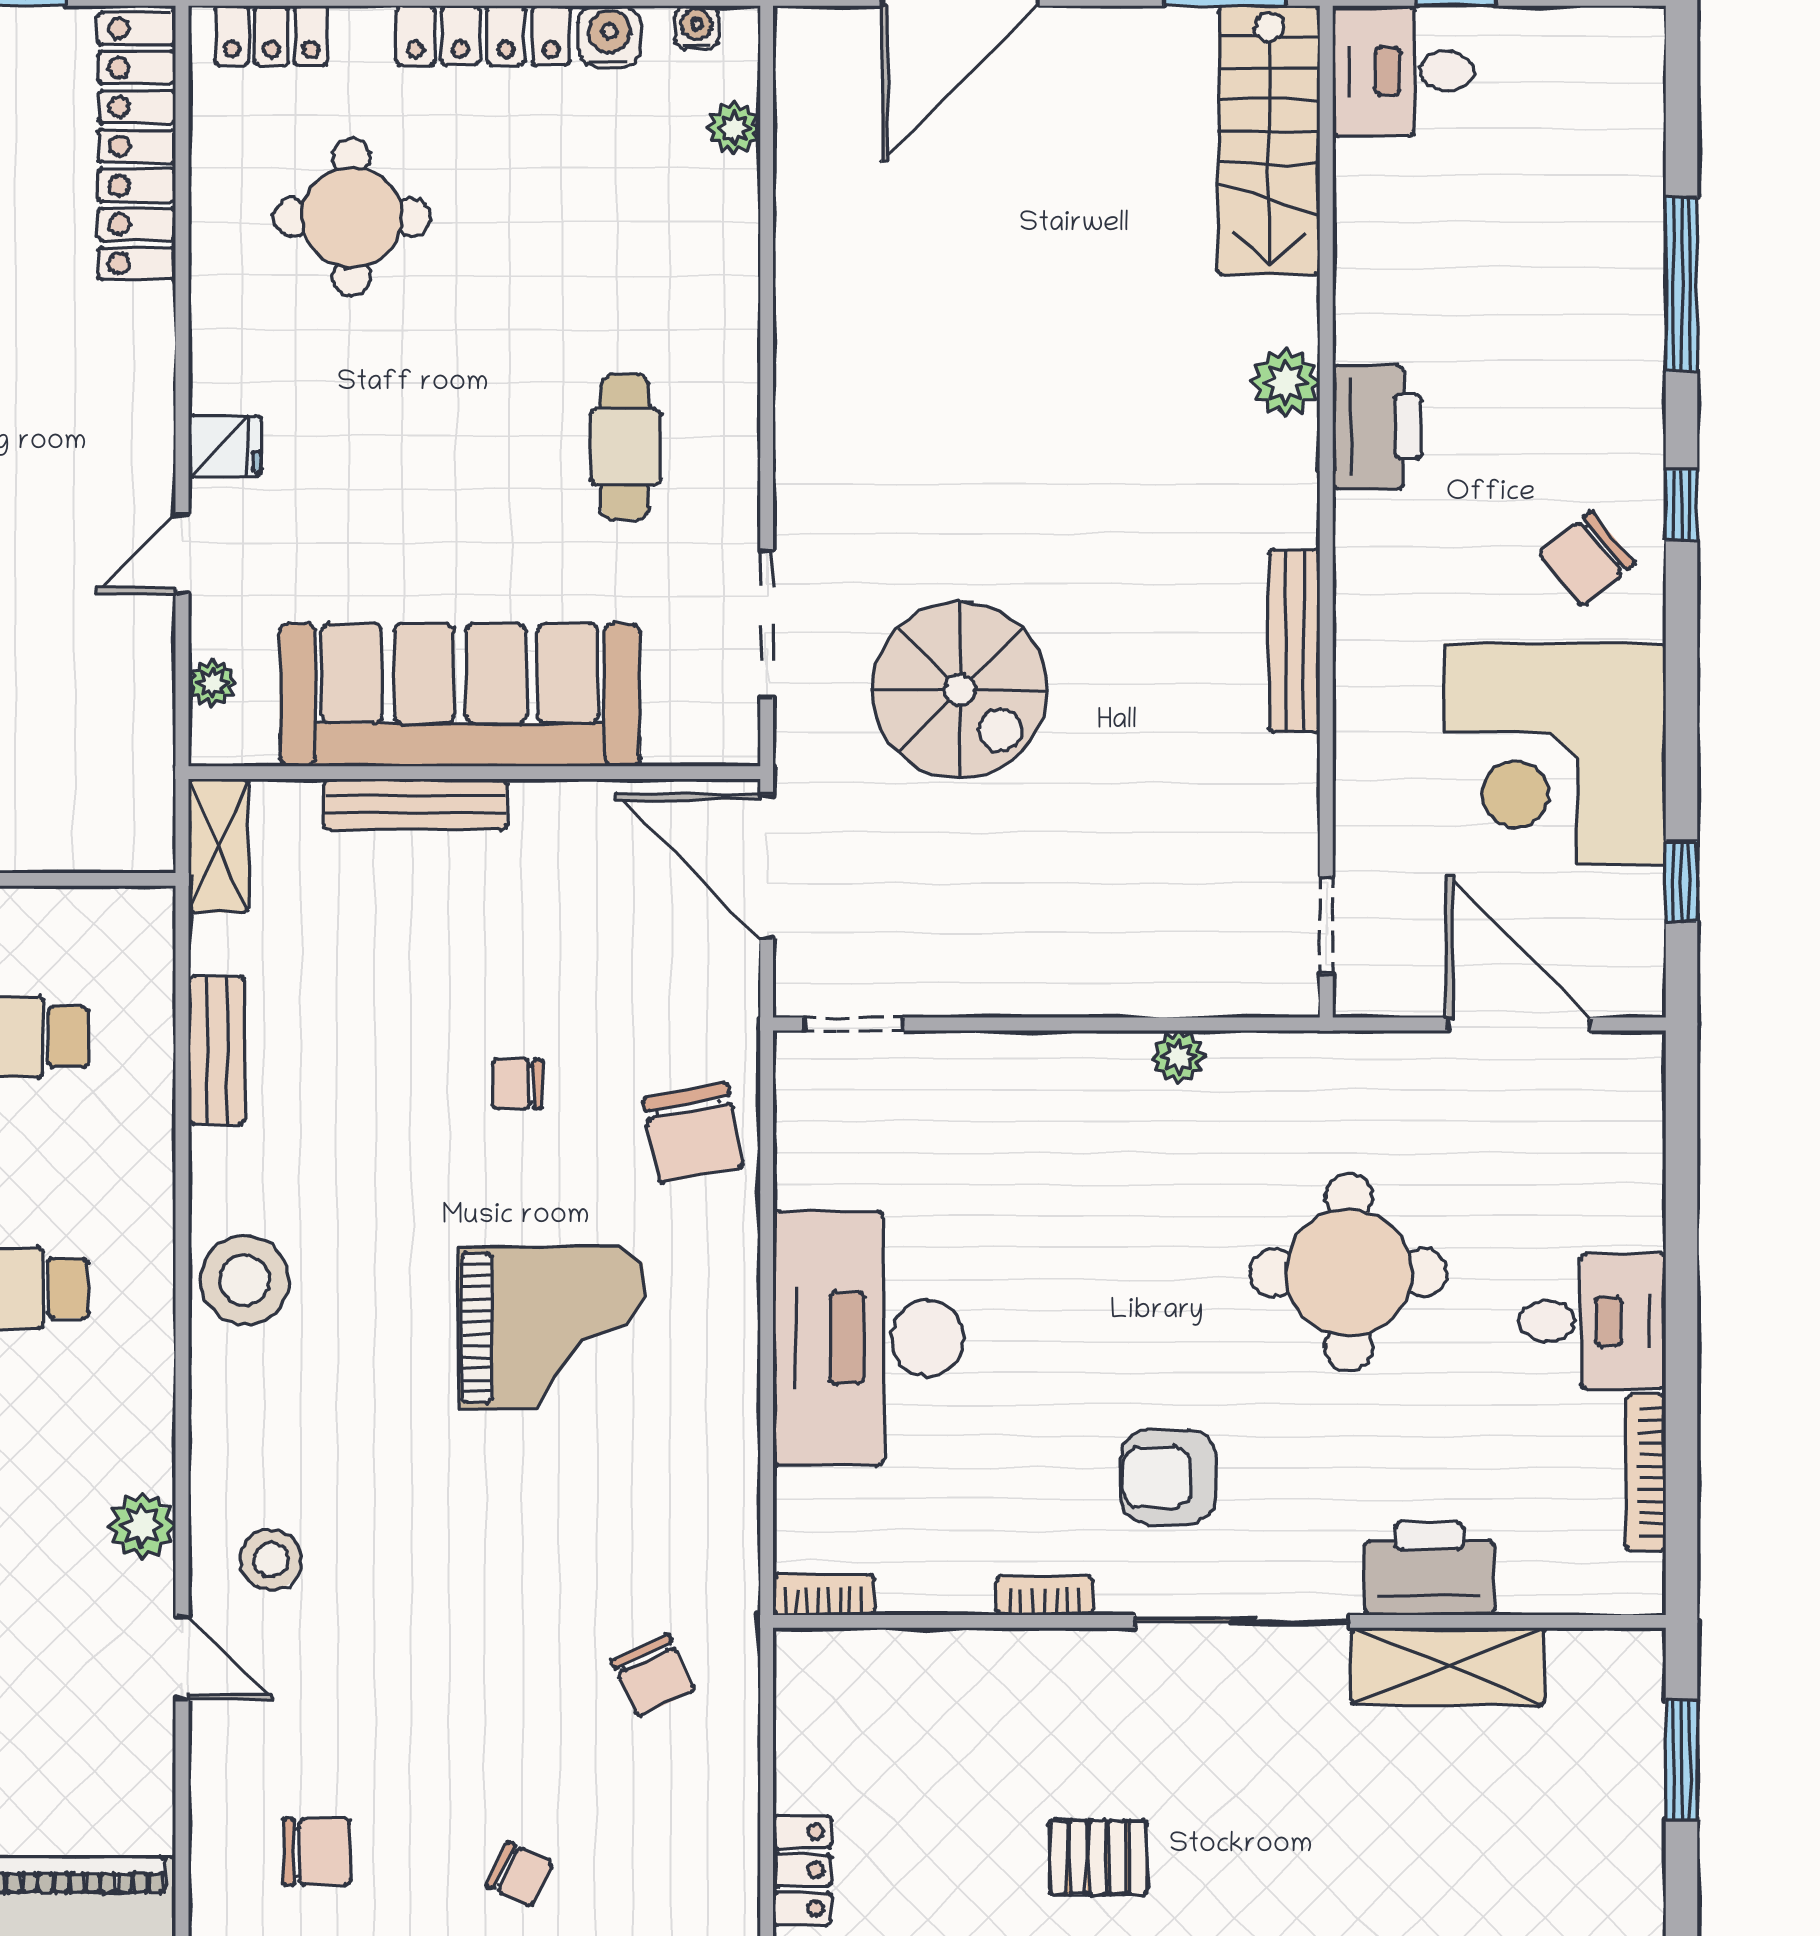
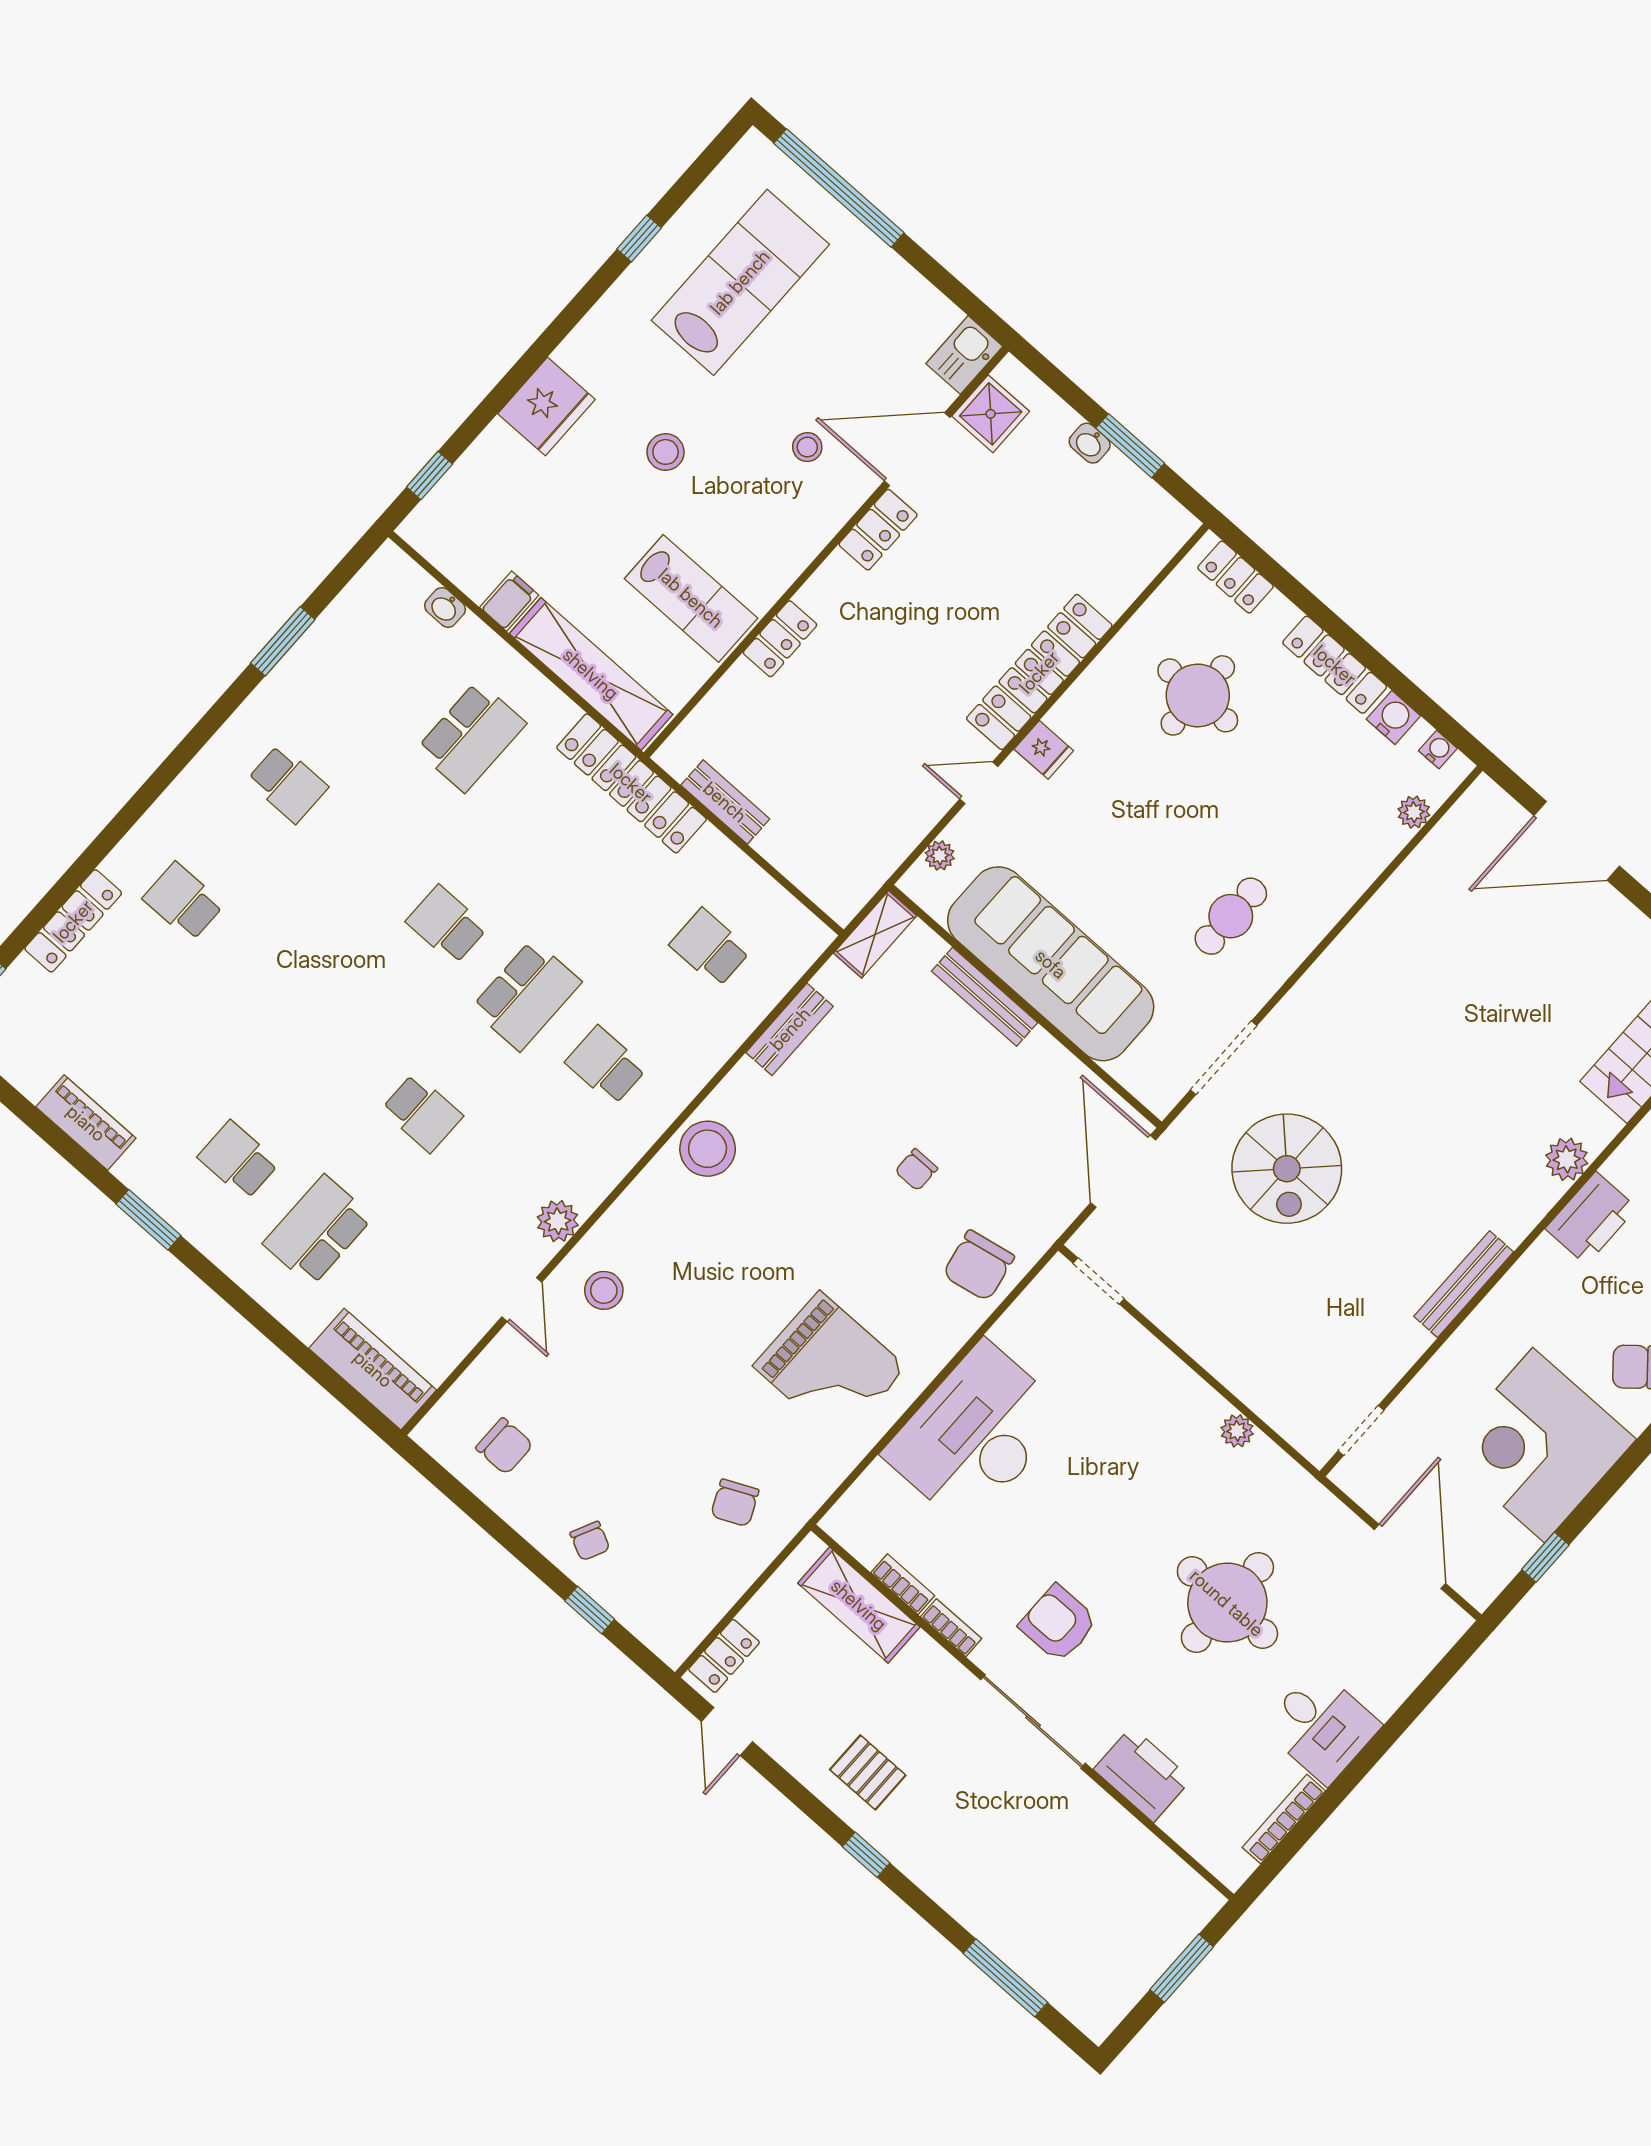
locker: (137, 146) -> (1039, 672), moved
chair: (517, 1084) -> (916, 1170), turned -90
grand piano: (552, 1328) -> (830, 1367), moved
bookcase: (824, 1595) -> (903, 1584), moved
shelving: (1448, 1666) -> (859, 1605), moved

